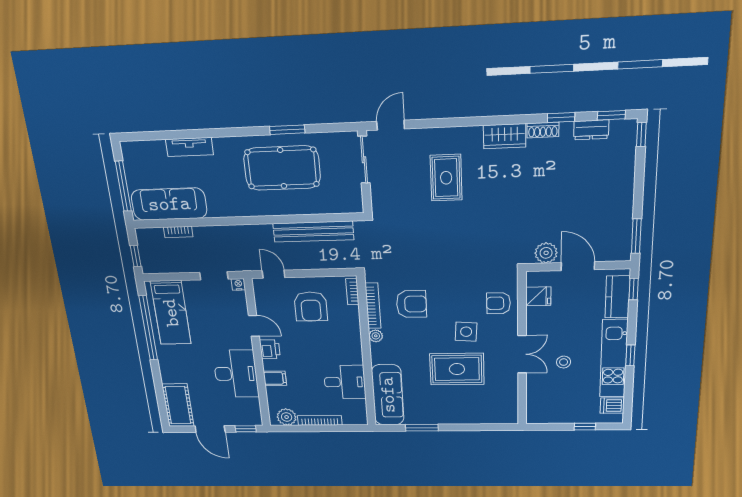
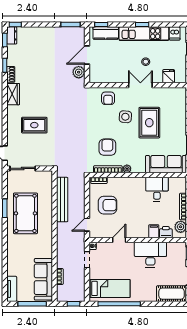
dresser: (591, 130) -> (12, 35), moved
tv unit: (189, 147) -> (12, 289), moved
fridge: (538, 296) -> (169, 76), moved
printer: (270, 349) -> (166, 232), moved

